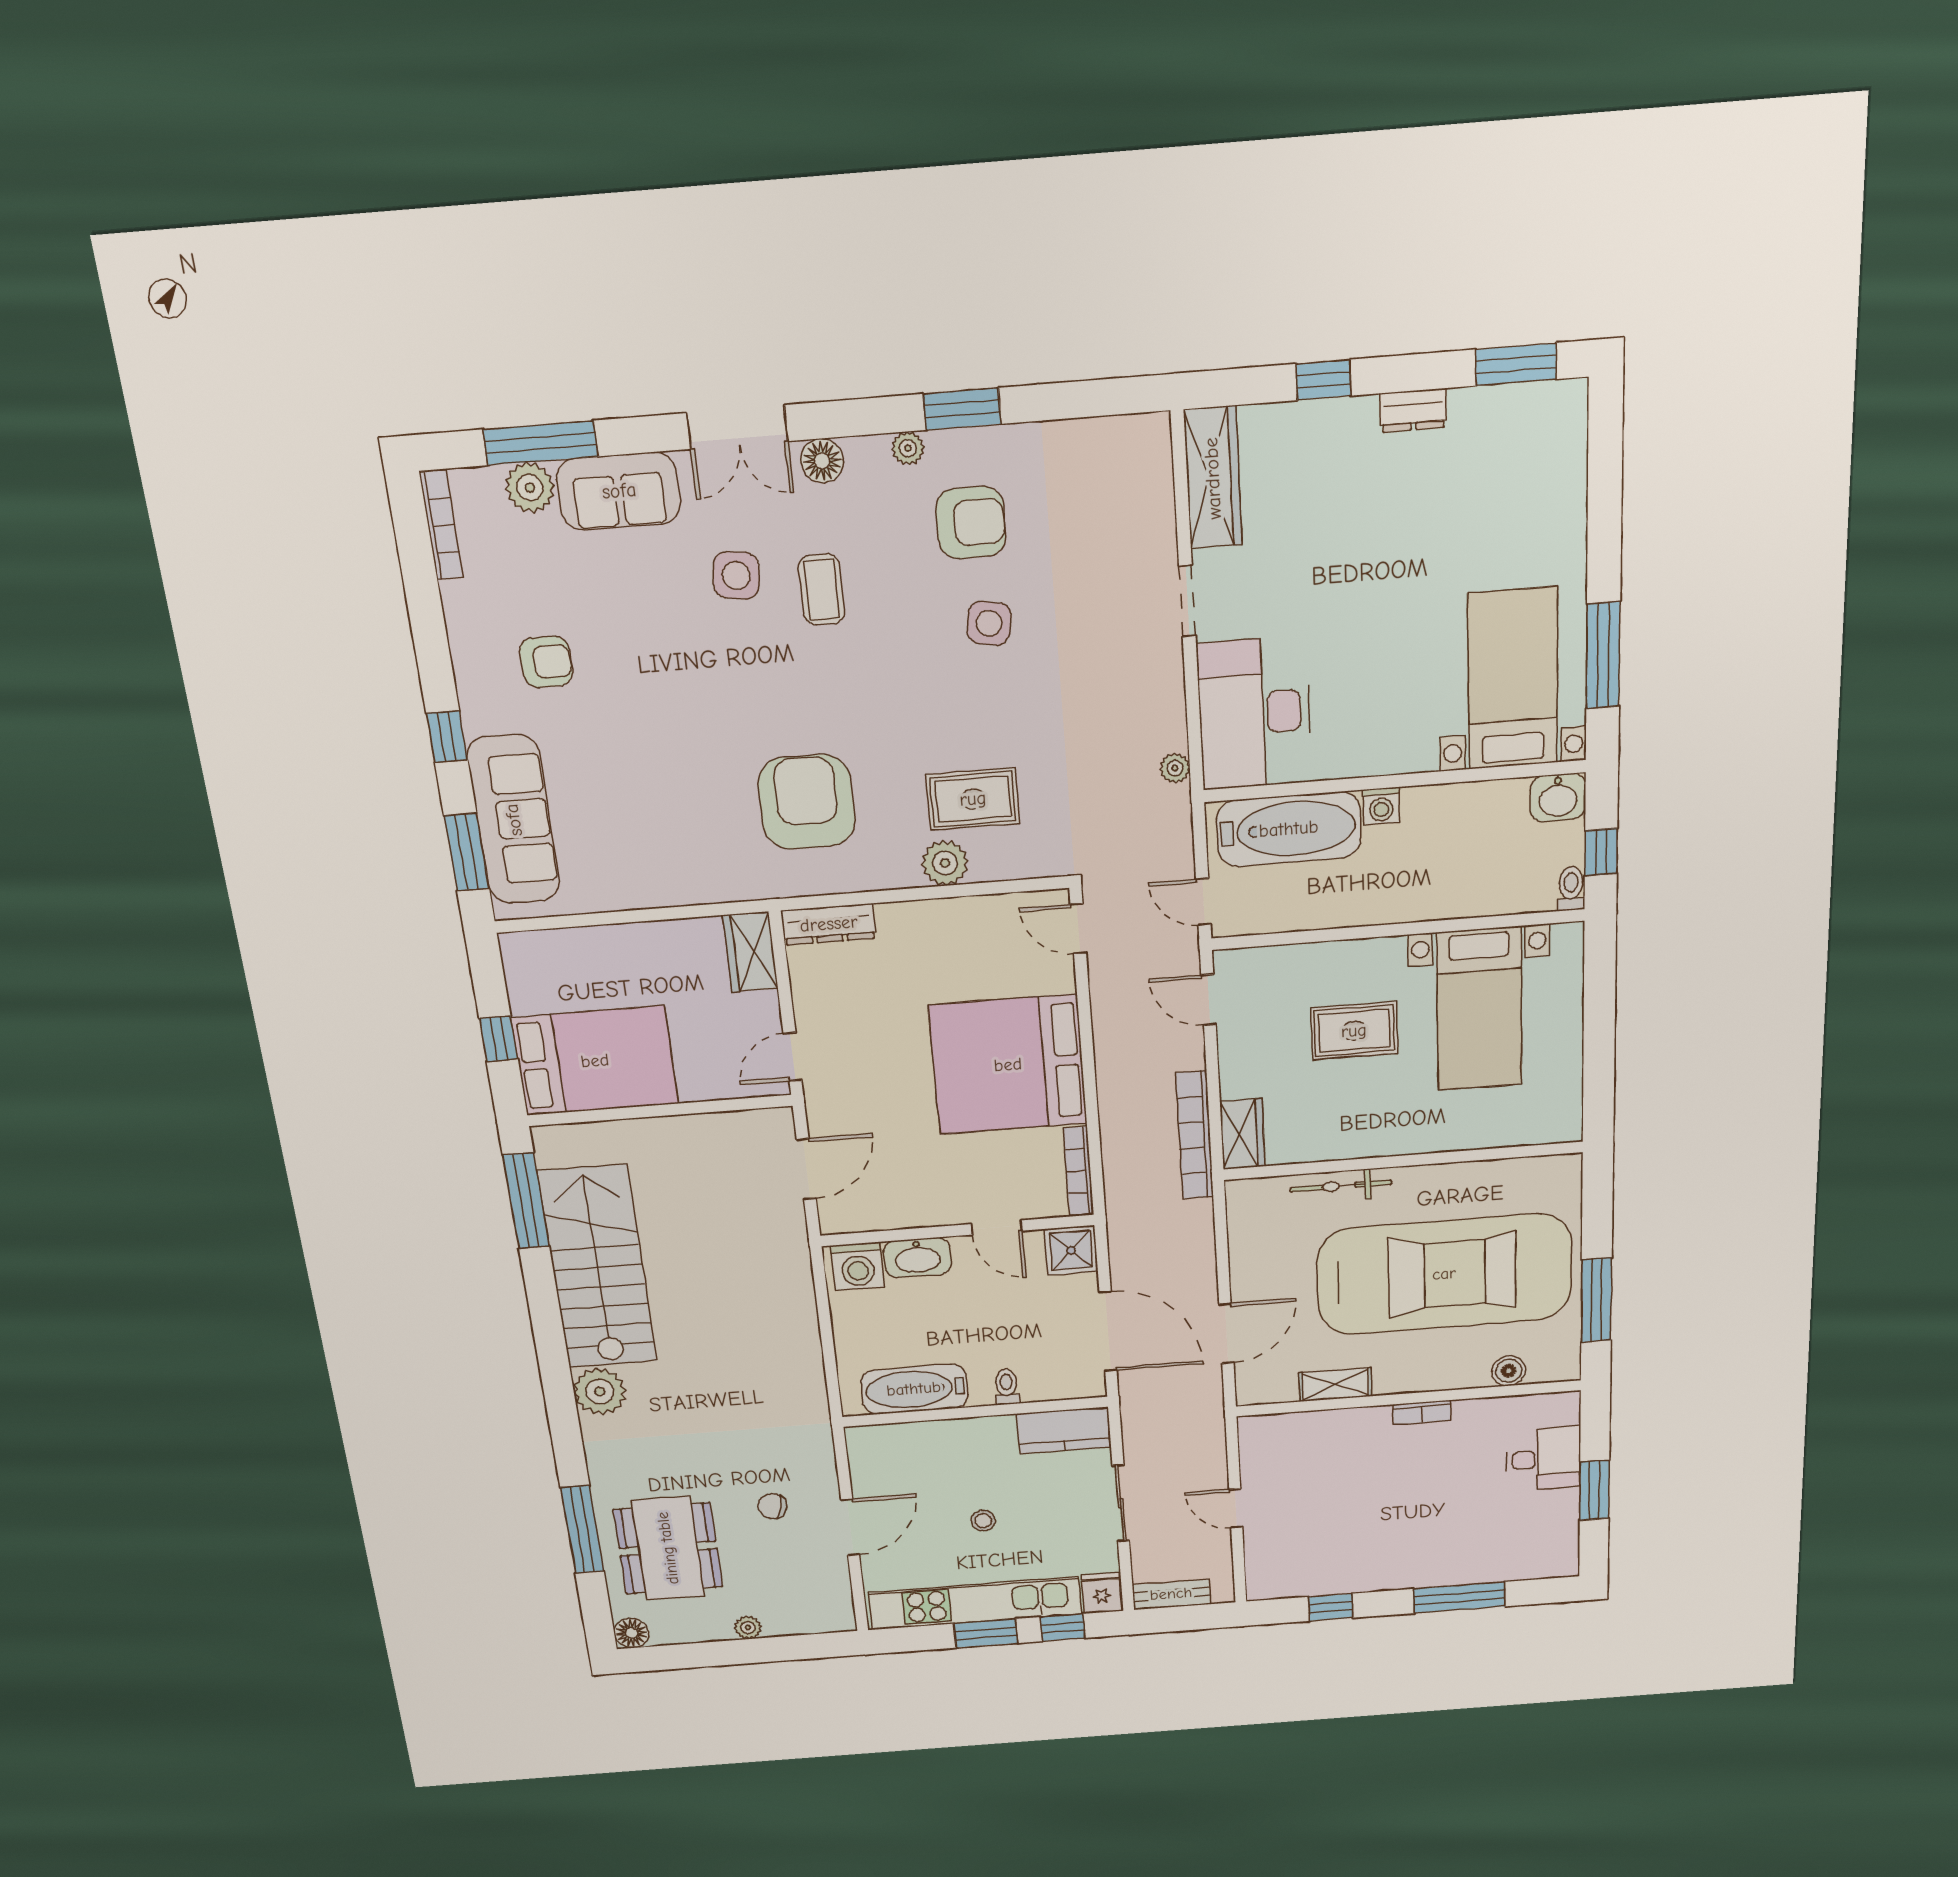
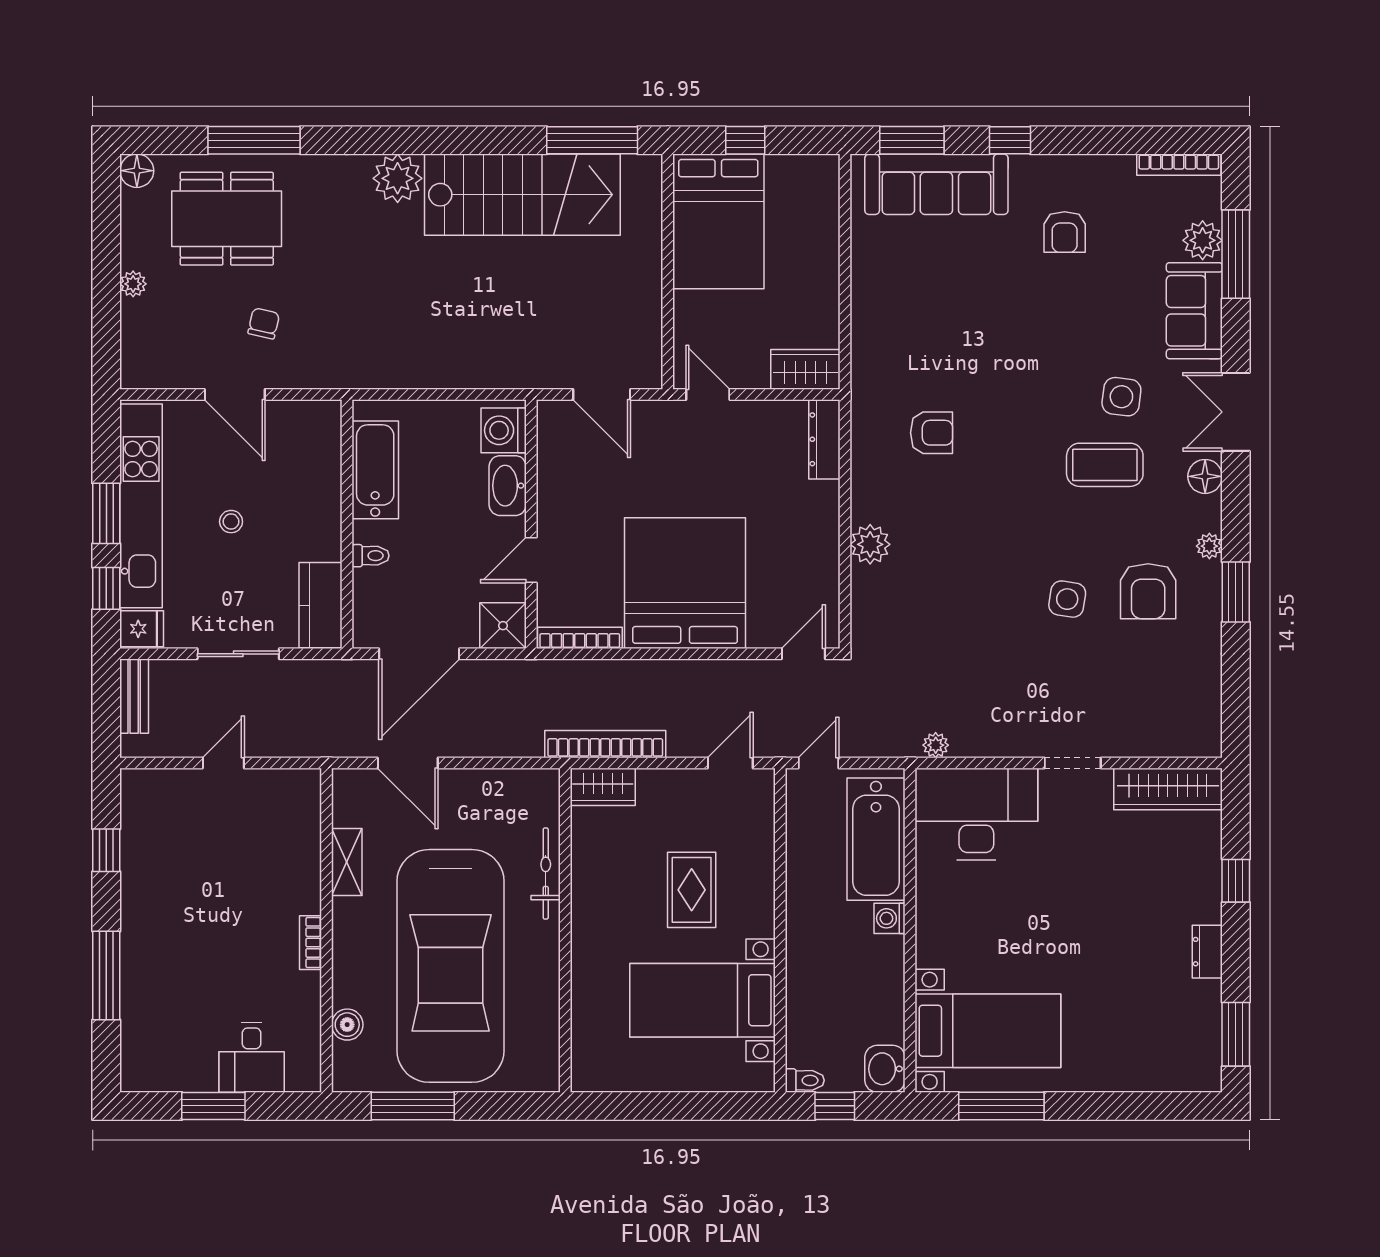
coffee table: (822, 590) -> (1105, 465), width x1.36, depth x1.30
rug: (973, 799) -> (923, 573), removed
armchair: (807, 802) -> (932, 433), width x0.53, depth x0.53

